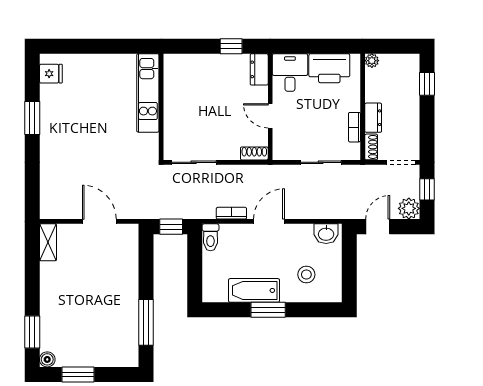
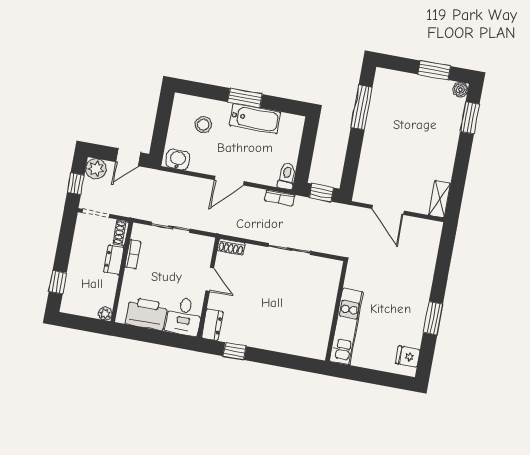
kitchen unit: (148, 93) -> (346, 327), moved
wall: (161, 107) -> (336, 311), moved
bookcase: (231, 213) -> (280, 198), moved

